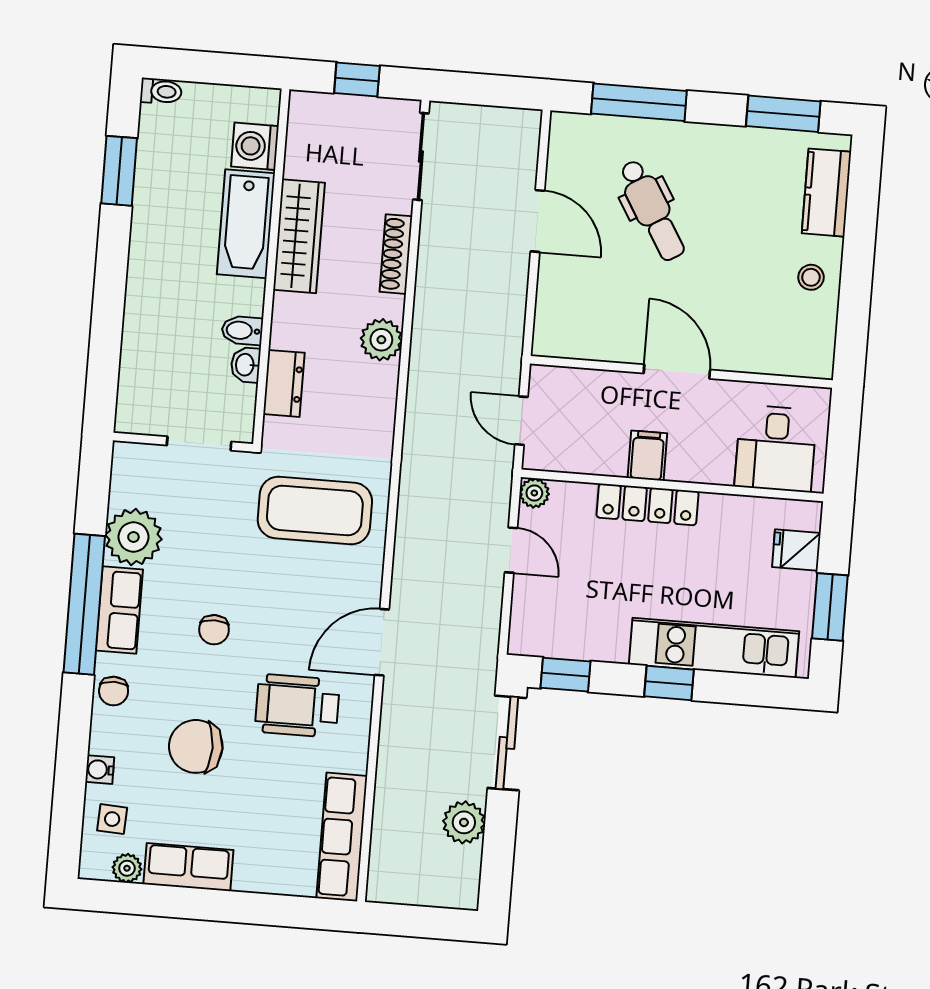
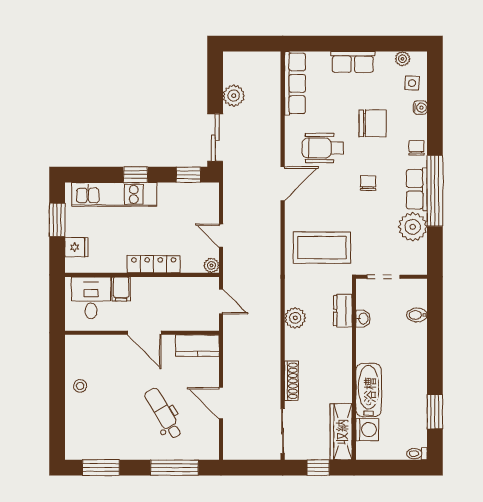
kitchen counter: (827, 193) -> (197, 345), moved, turned 90
wardrobe: (299, 236) -> (341, 432), moved
bidet: (242, 330) -> (417, 315), moved, turned 180
plant: (381, 340) -> (295, 318), moved
filing cabinet: (647, 456) -> (121, 289), moved
wheelchair: (297, 706) -> (323, 148), turned 180
row of seats: (188, 867) -> (353, 62), moved

